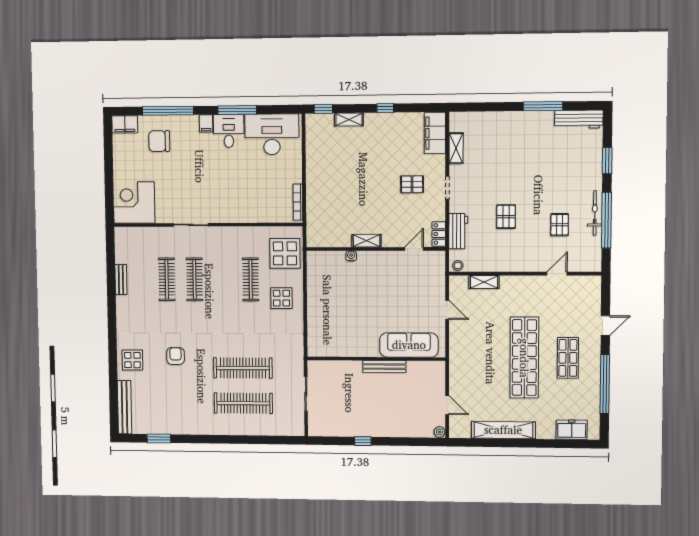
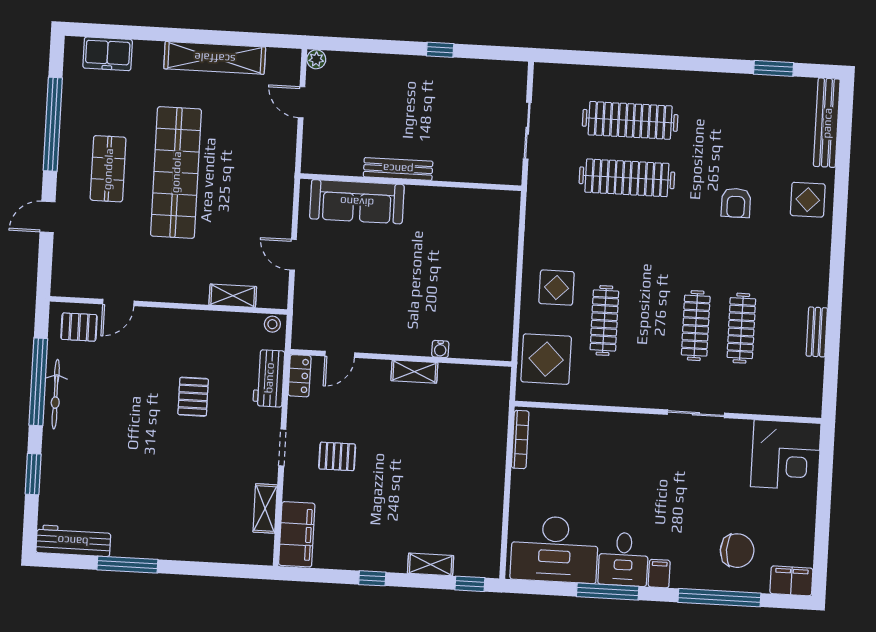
pallet: (560, 225) -> (79, 327), moved, turned 90

